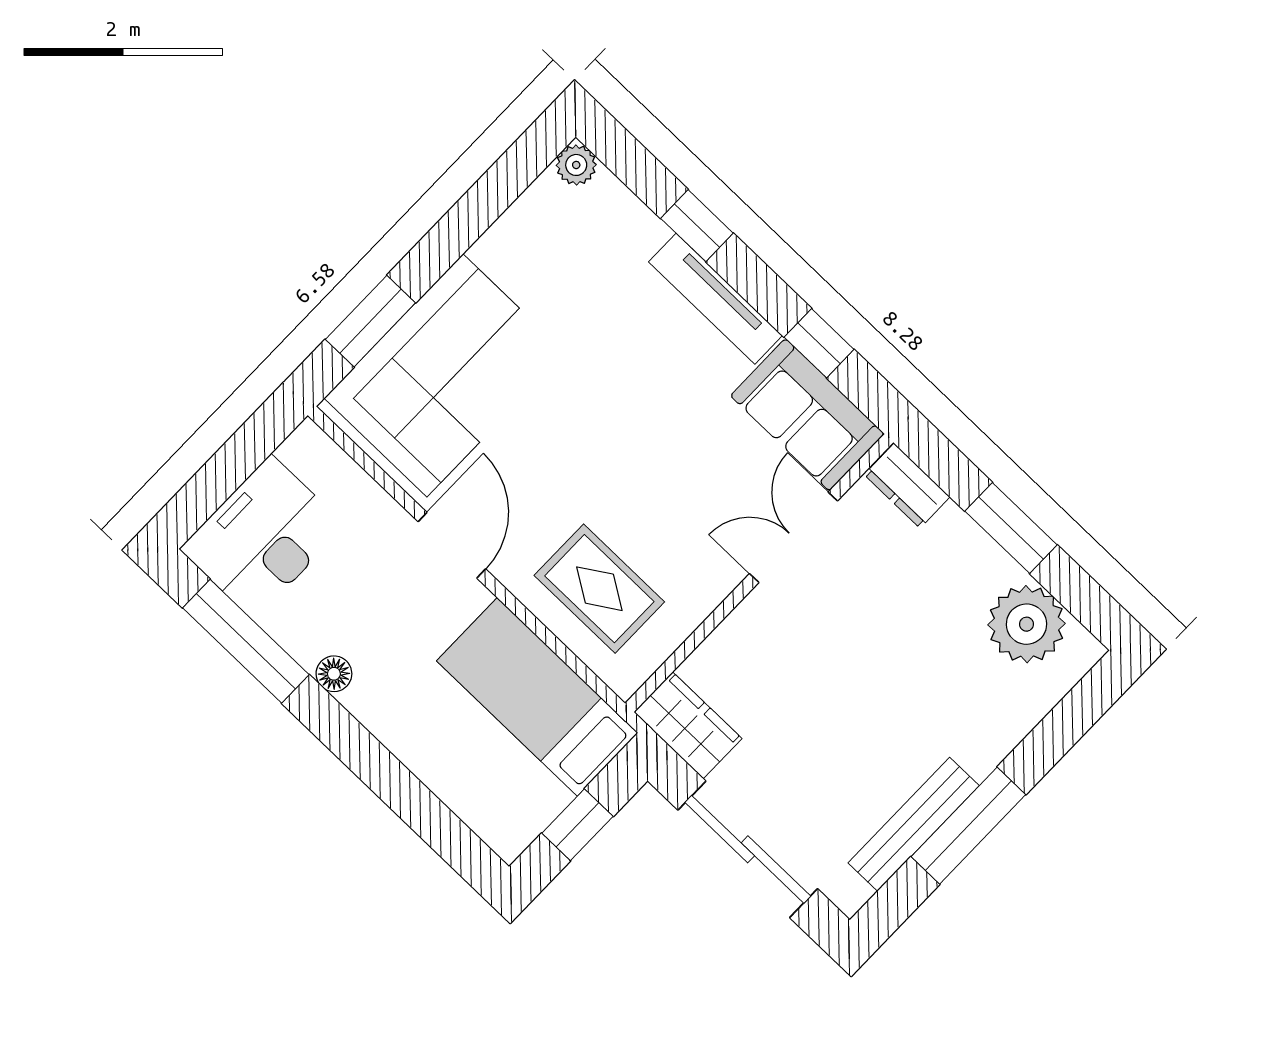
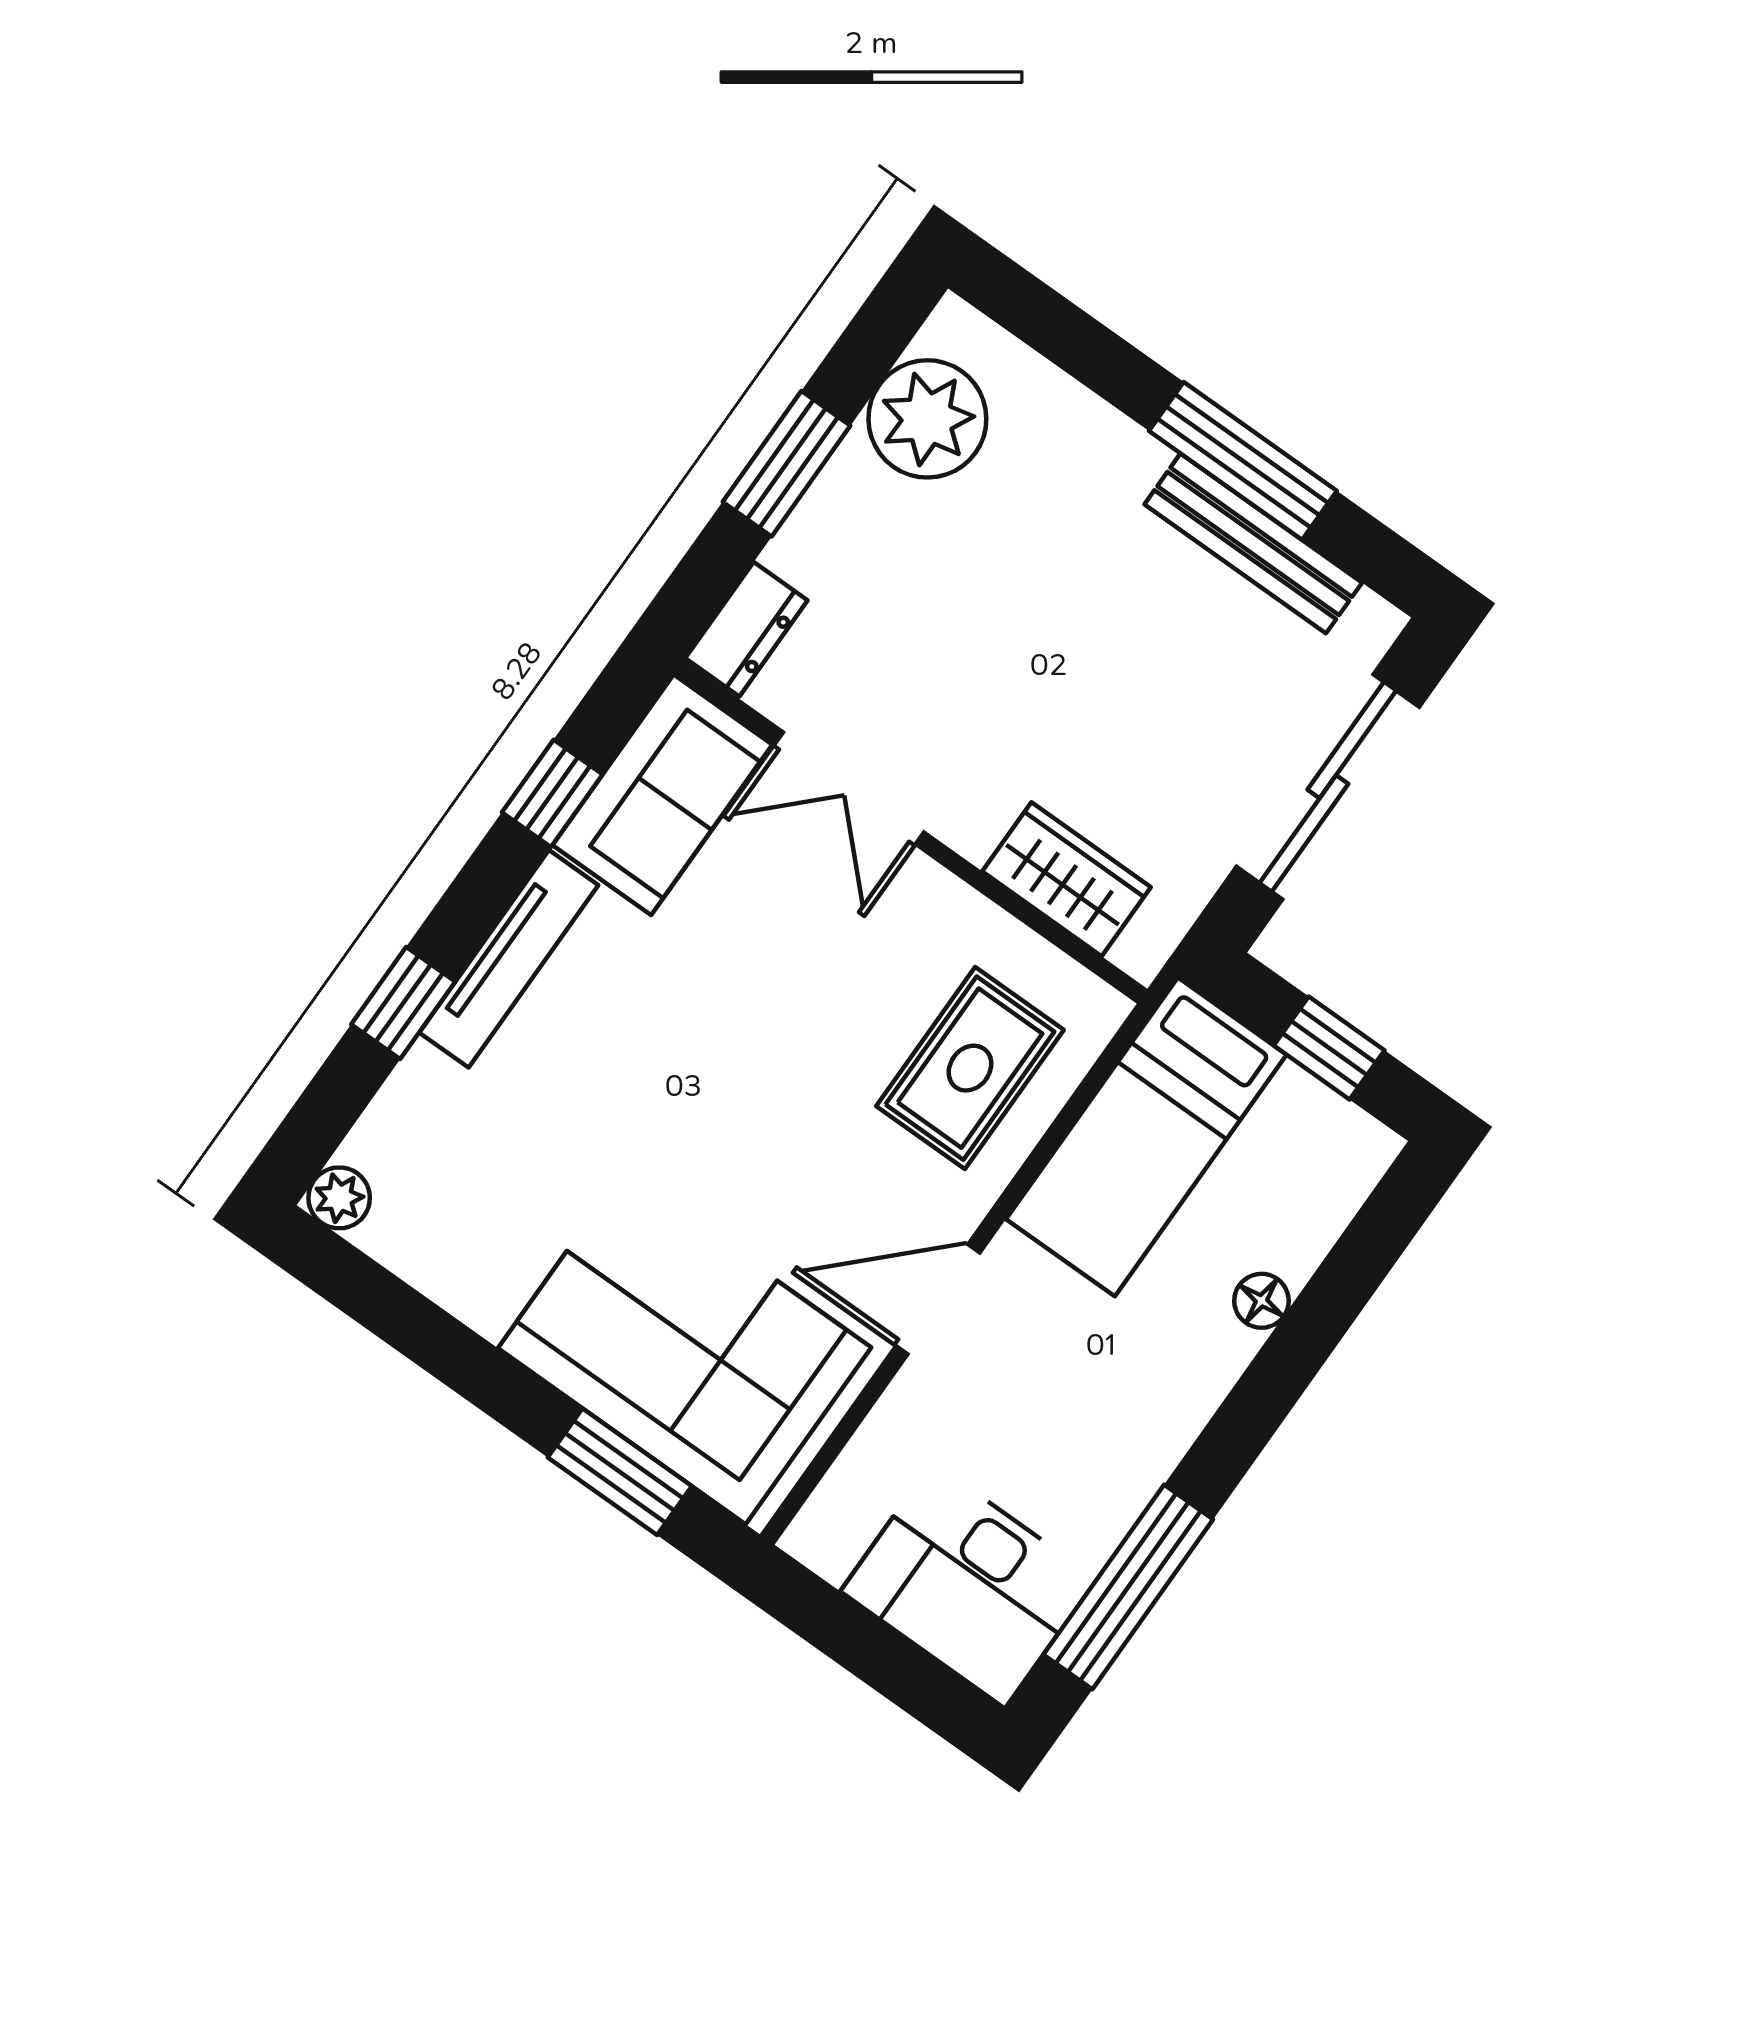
floor lamp: (334, 674) -> (1261, 1301), moved
wardrobe: (688, 725) -> (1066, 879), moved, turned 90

